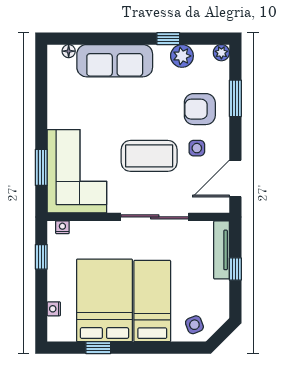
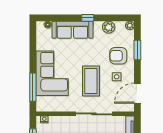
window: (168, 39) -> (88, 18), moved
coffee table: (149, 156) -> (91, 81), turned 90
window: (41, 167) -> (33, 87), width x1.44
corner sofa: (77, 171) -> (52, 73), moved

